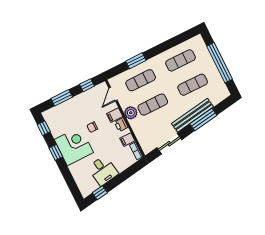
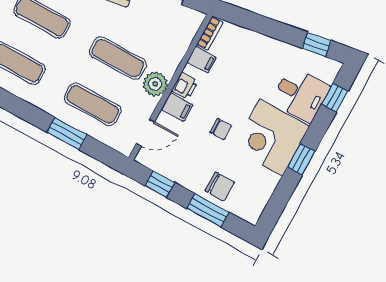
chair: (68, 110) -> (220, 186), added
window: (44, 128) -> (335, 97), moved
desk: (103, 171) -> (300, 94), moved, turned 99

